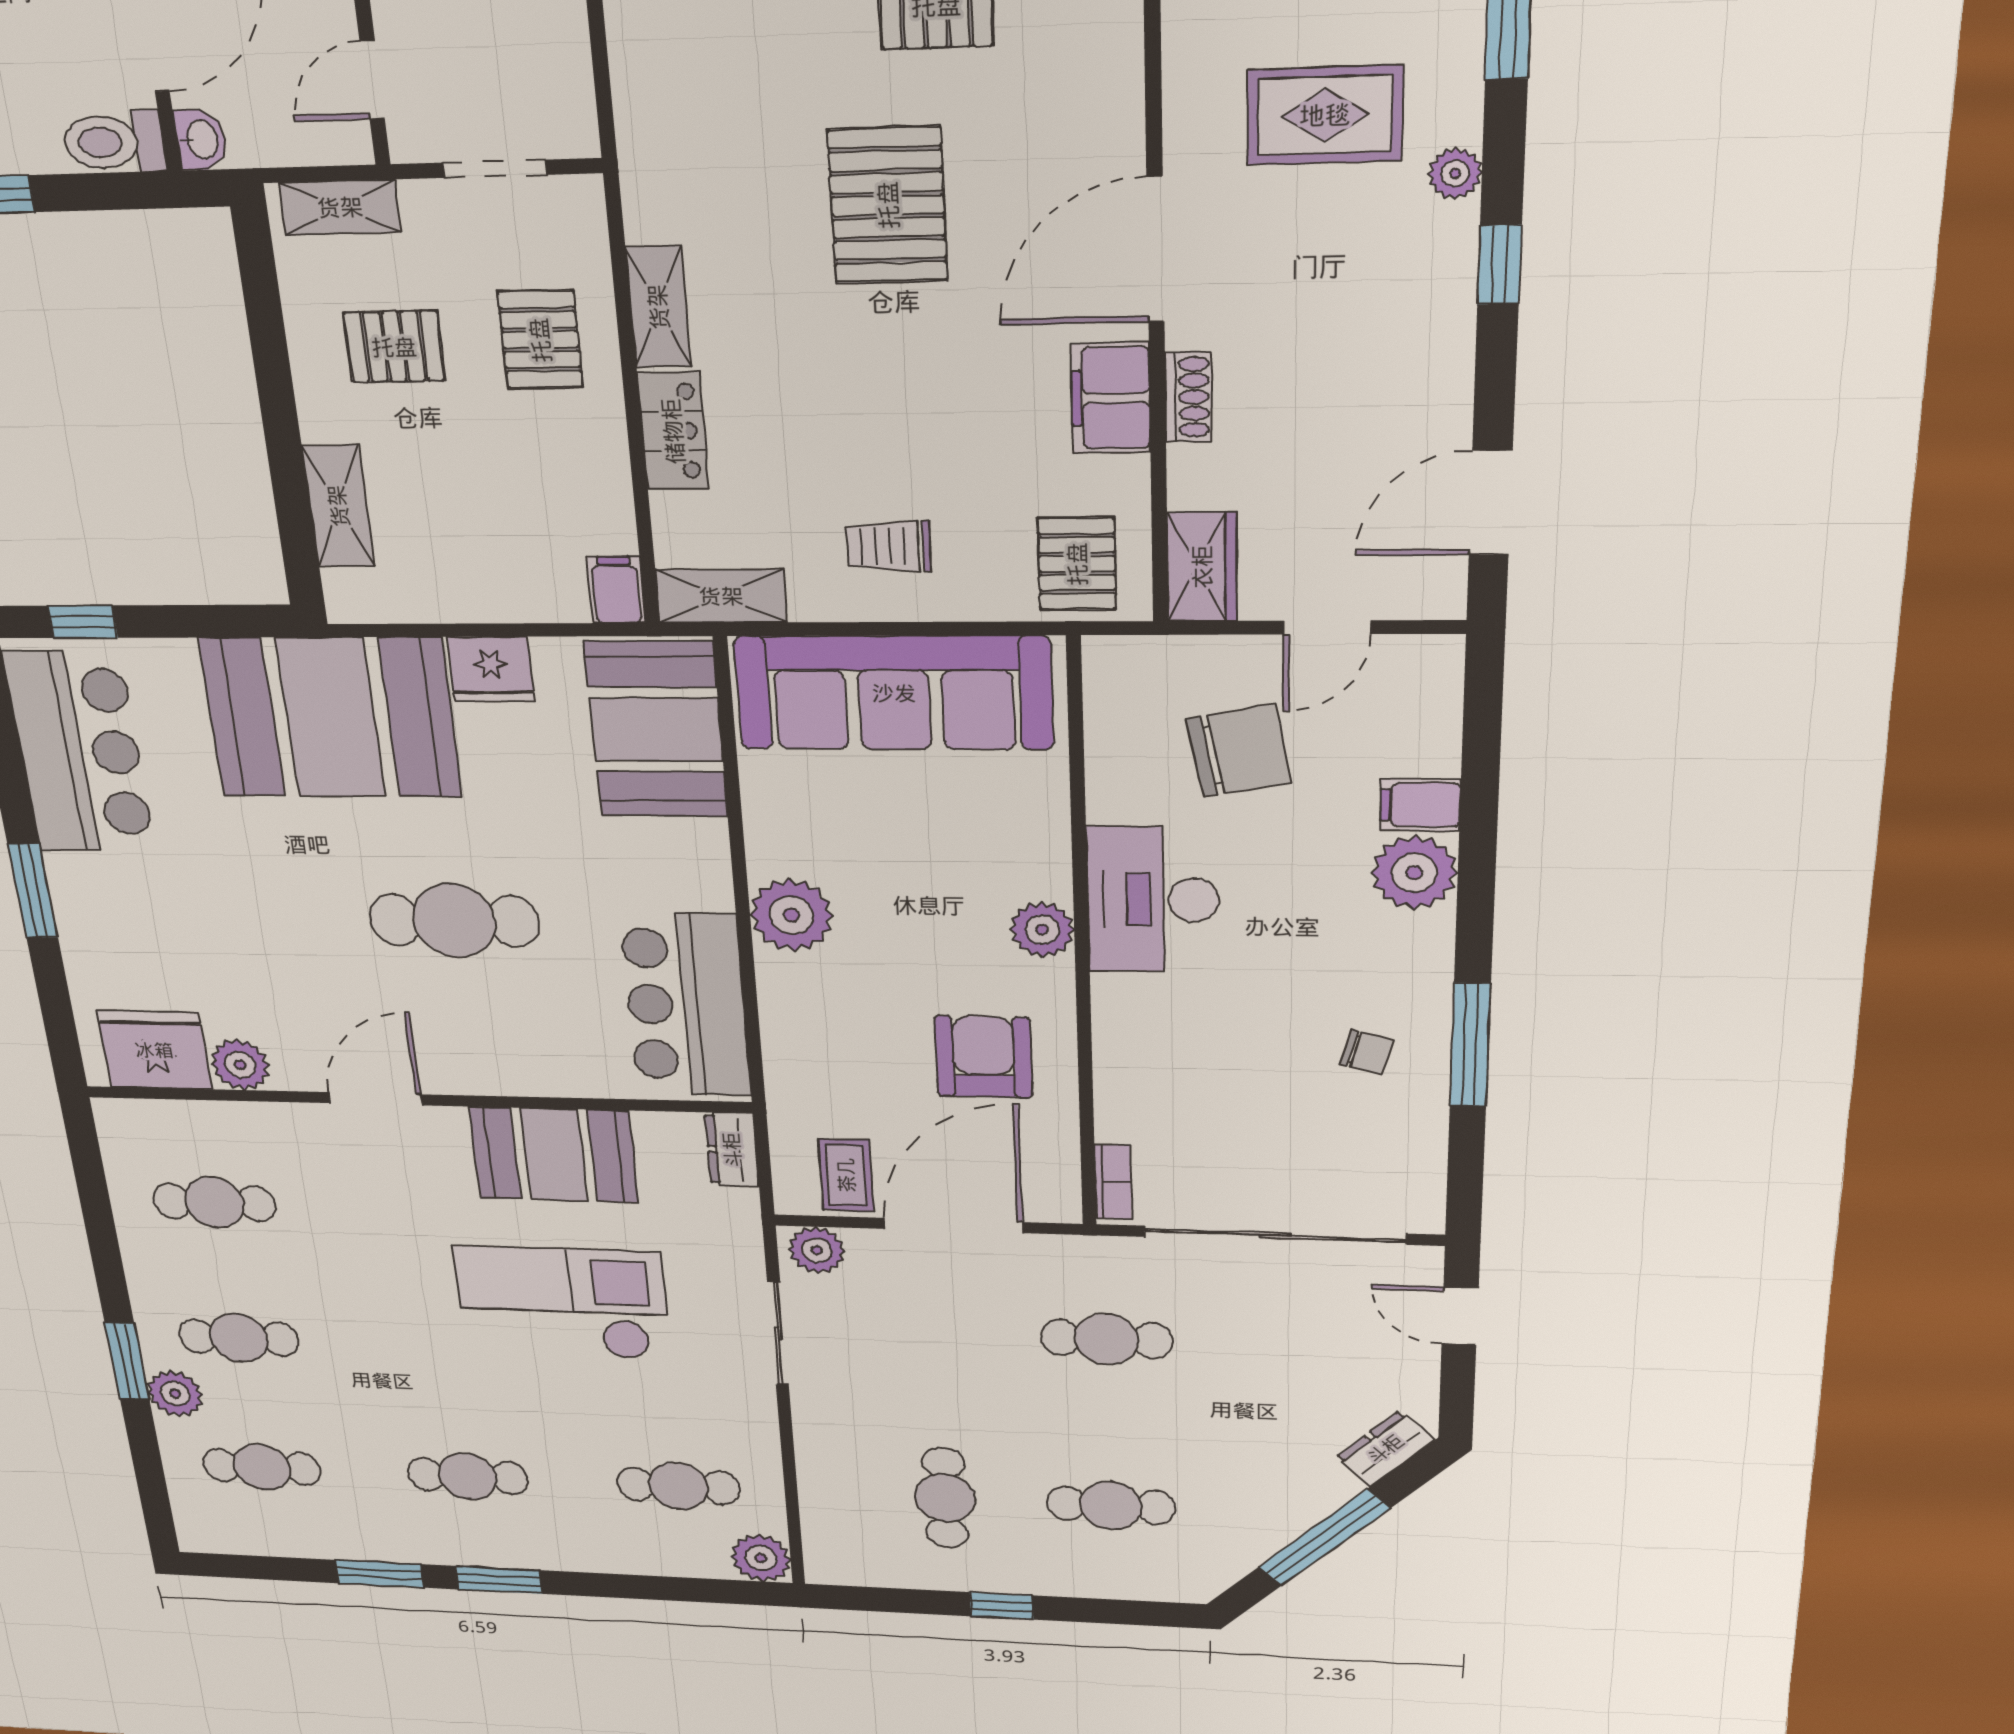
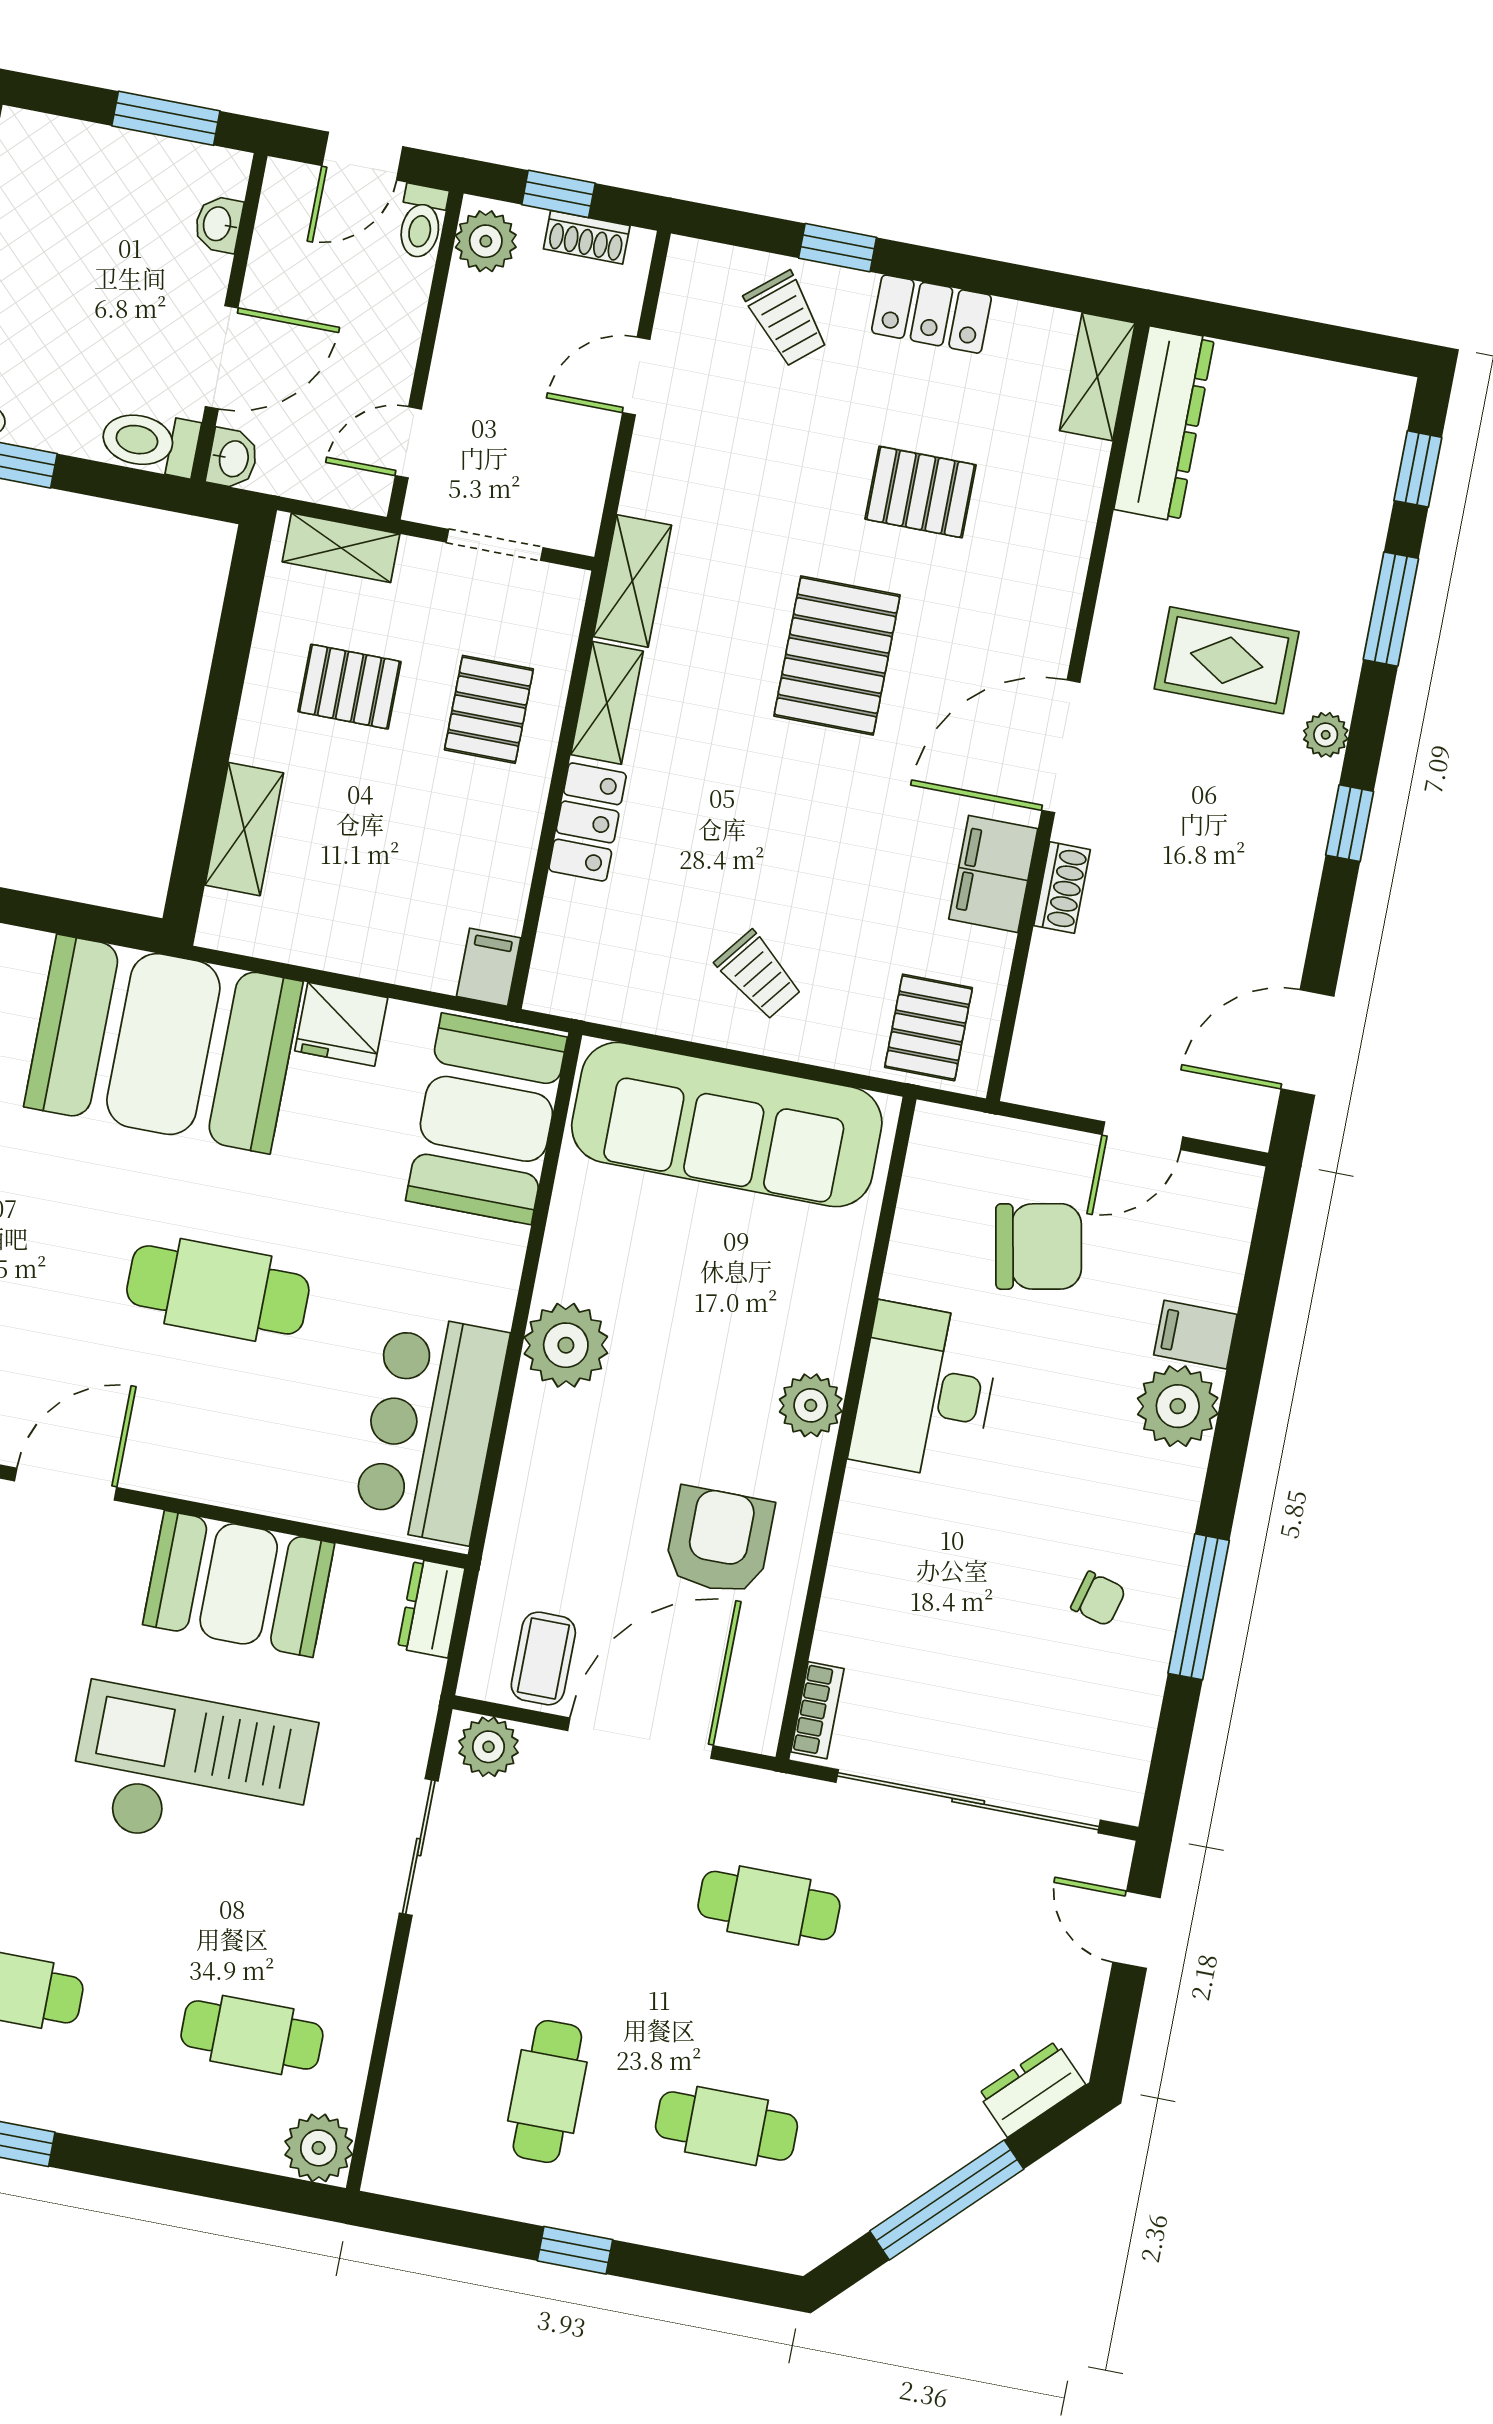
trolley: (888, 546) -> (759, 975), turned -142
wardrobe: (1202, 567) -> (1041, 1053), removed
shelving: (721, 596) -> (632, 581), moved, turned 90

